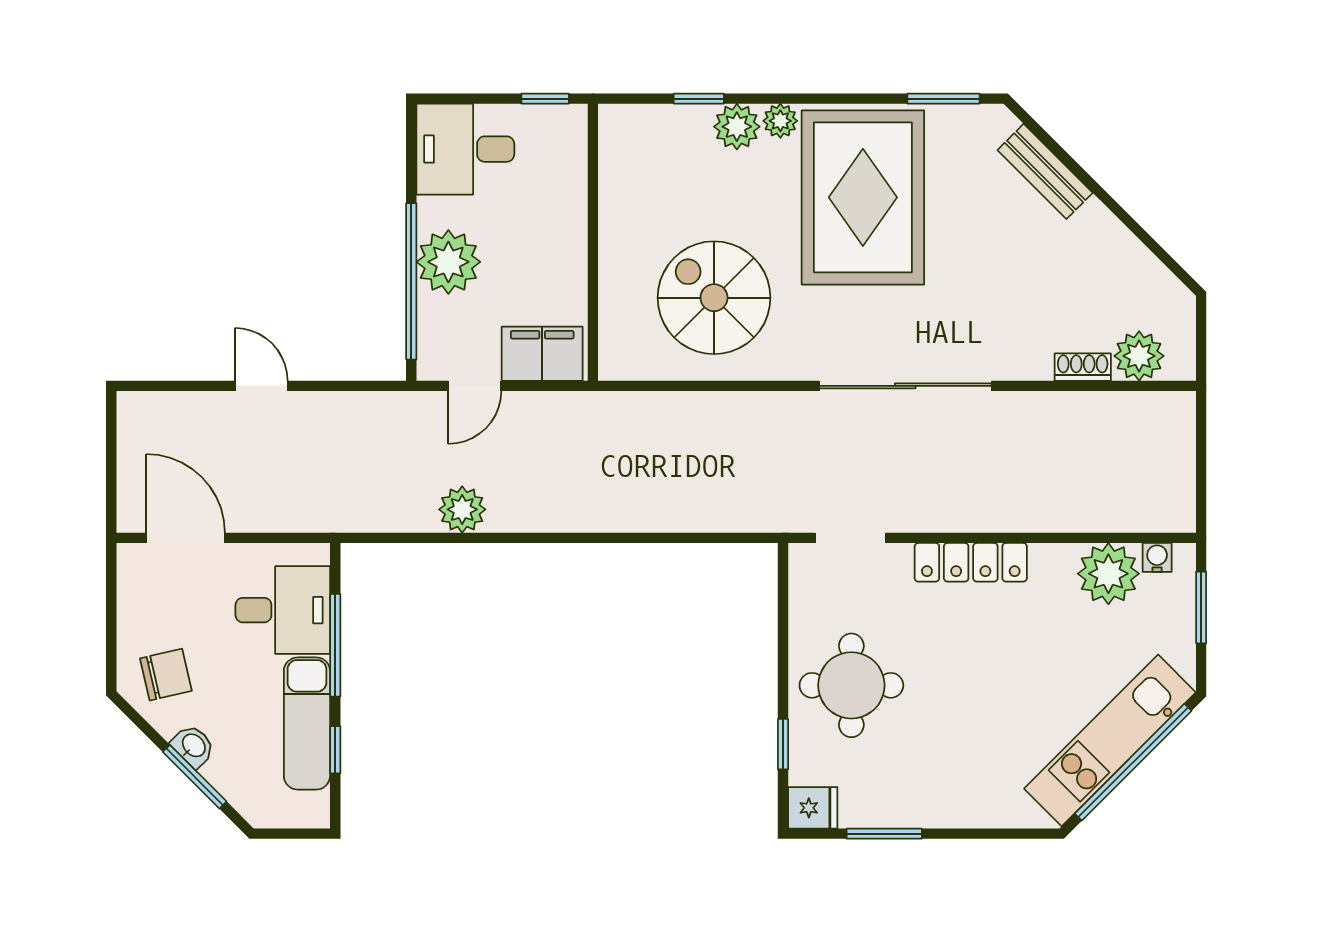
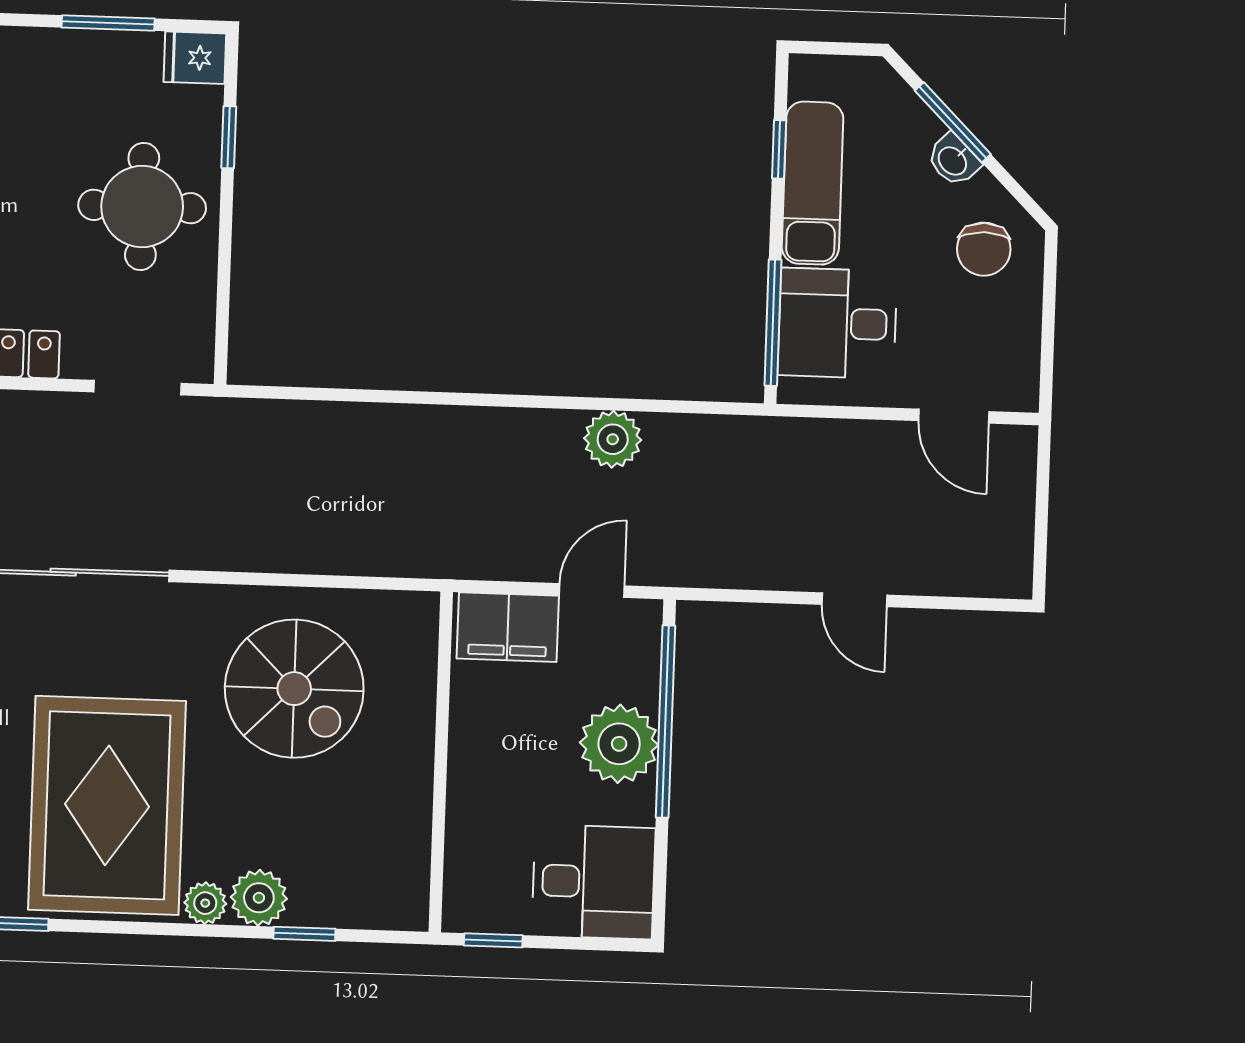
door: (186, 538) -> (954, 416), width x0.73
window: (335, 645) -> (773, 323), moved
chair: (166, 675) -> (984, 249), turned -77

